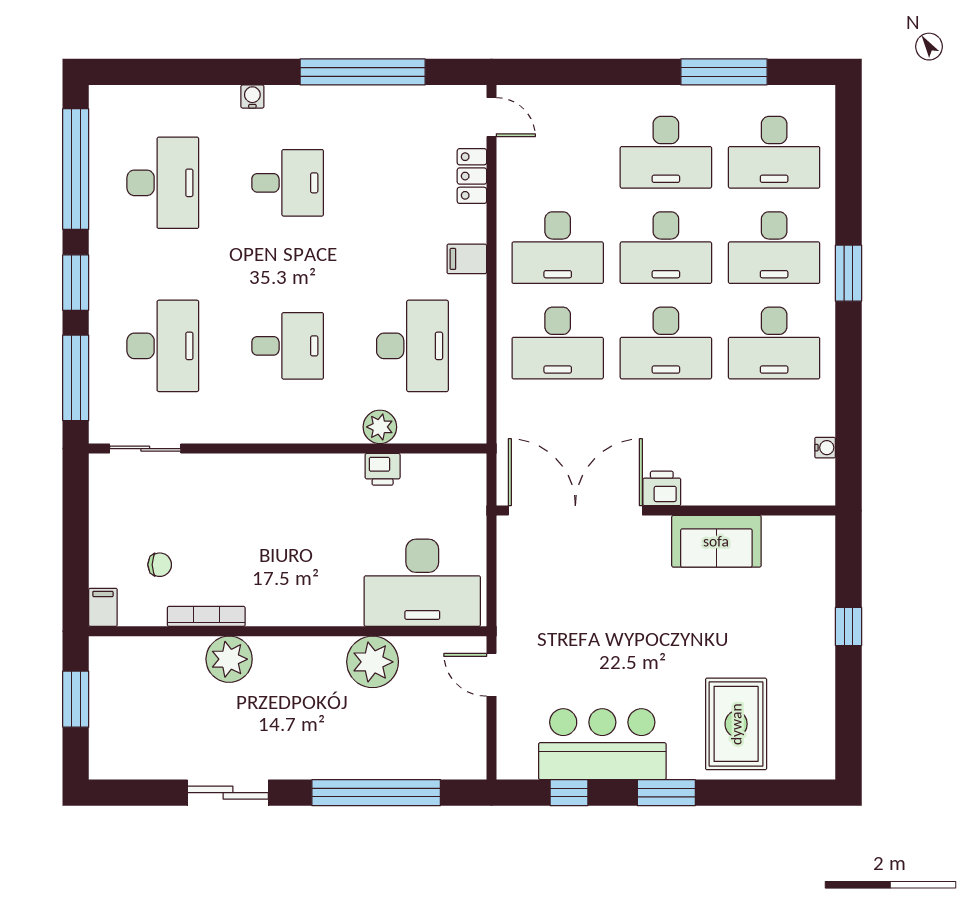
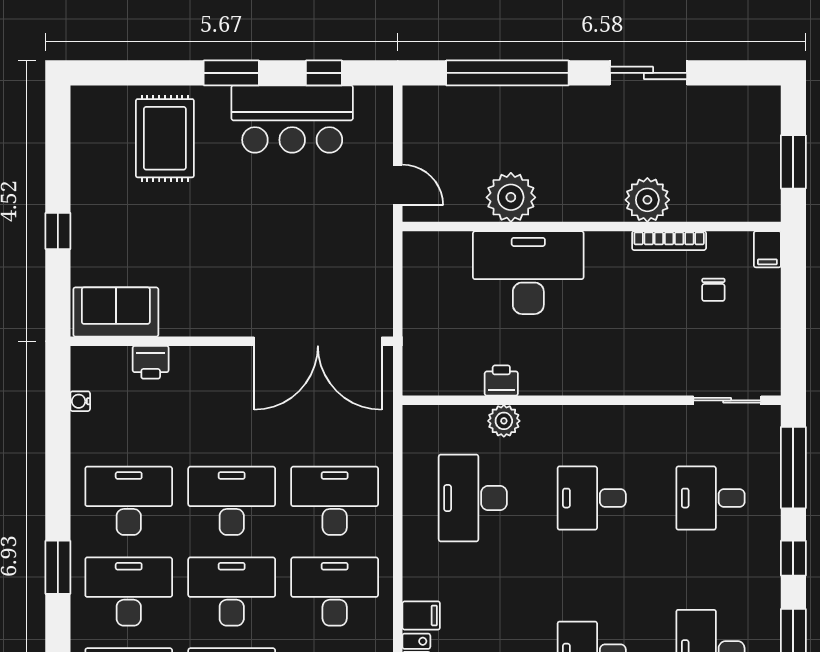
filing cabinet: (467, 259) -> (421, 615), moved
window: (76, 283) -> (793, 558), width x0.67
desk: (163, 346) -> (710, 498), width x0.73
printer: (662, 488) -> (151, 362), moved
sofa: (716, 541) -> (116, 312), moved
chair: (160, 565) -> (713, 290), turned -90
desk: (422, 583) -> (528, 273), moved

